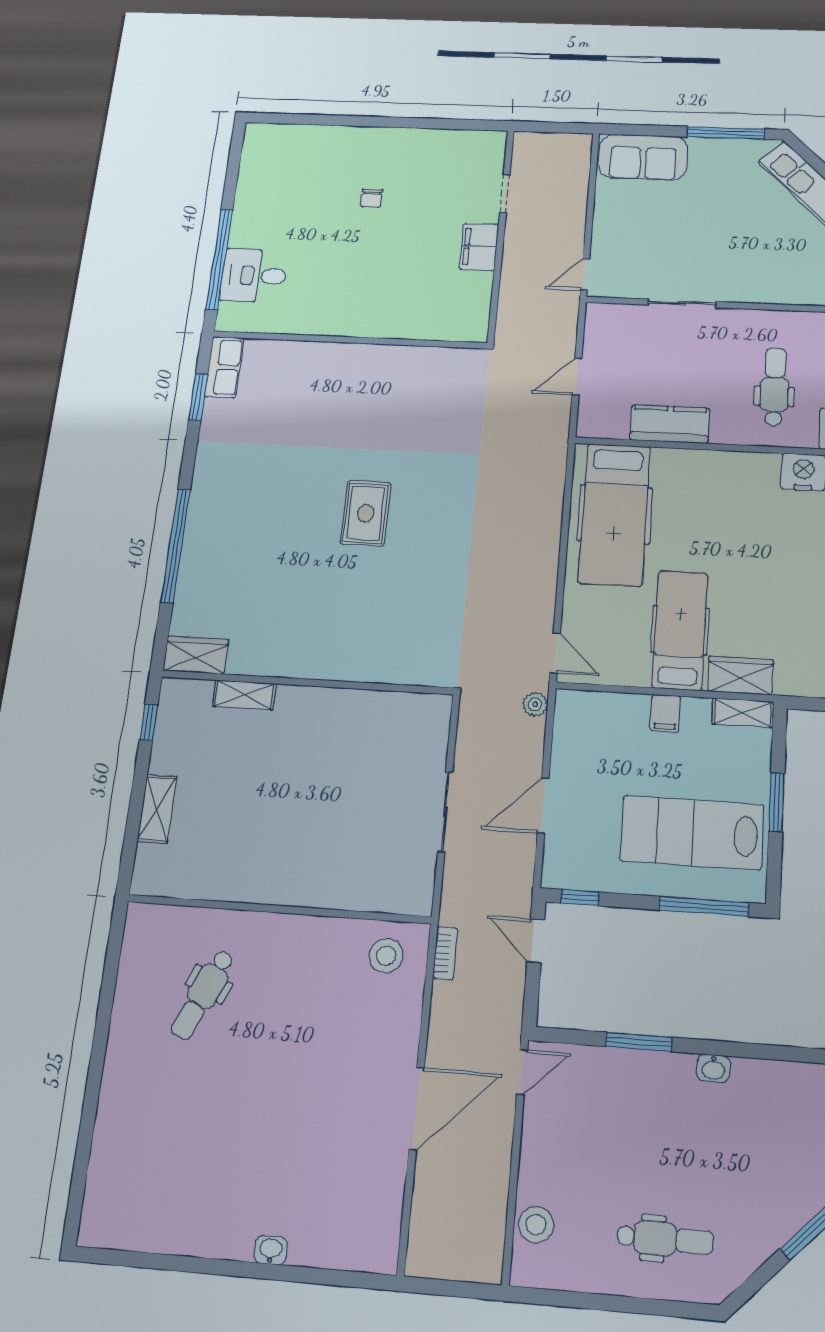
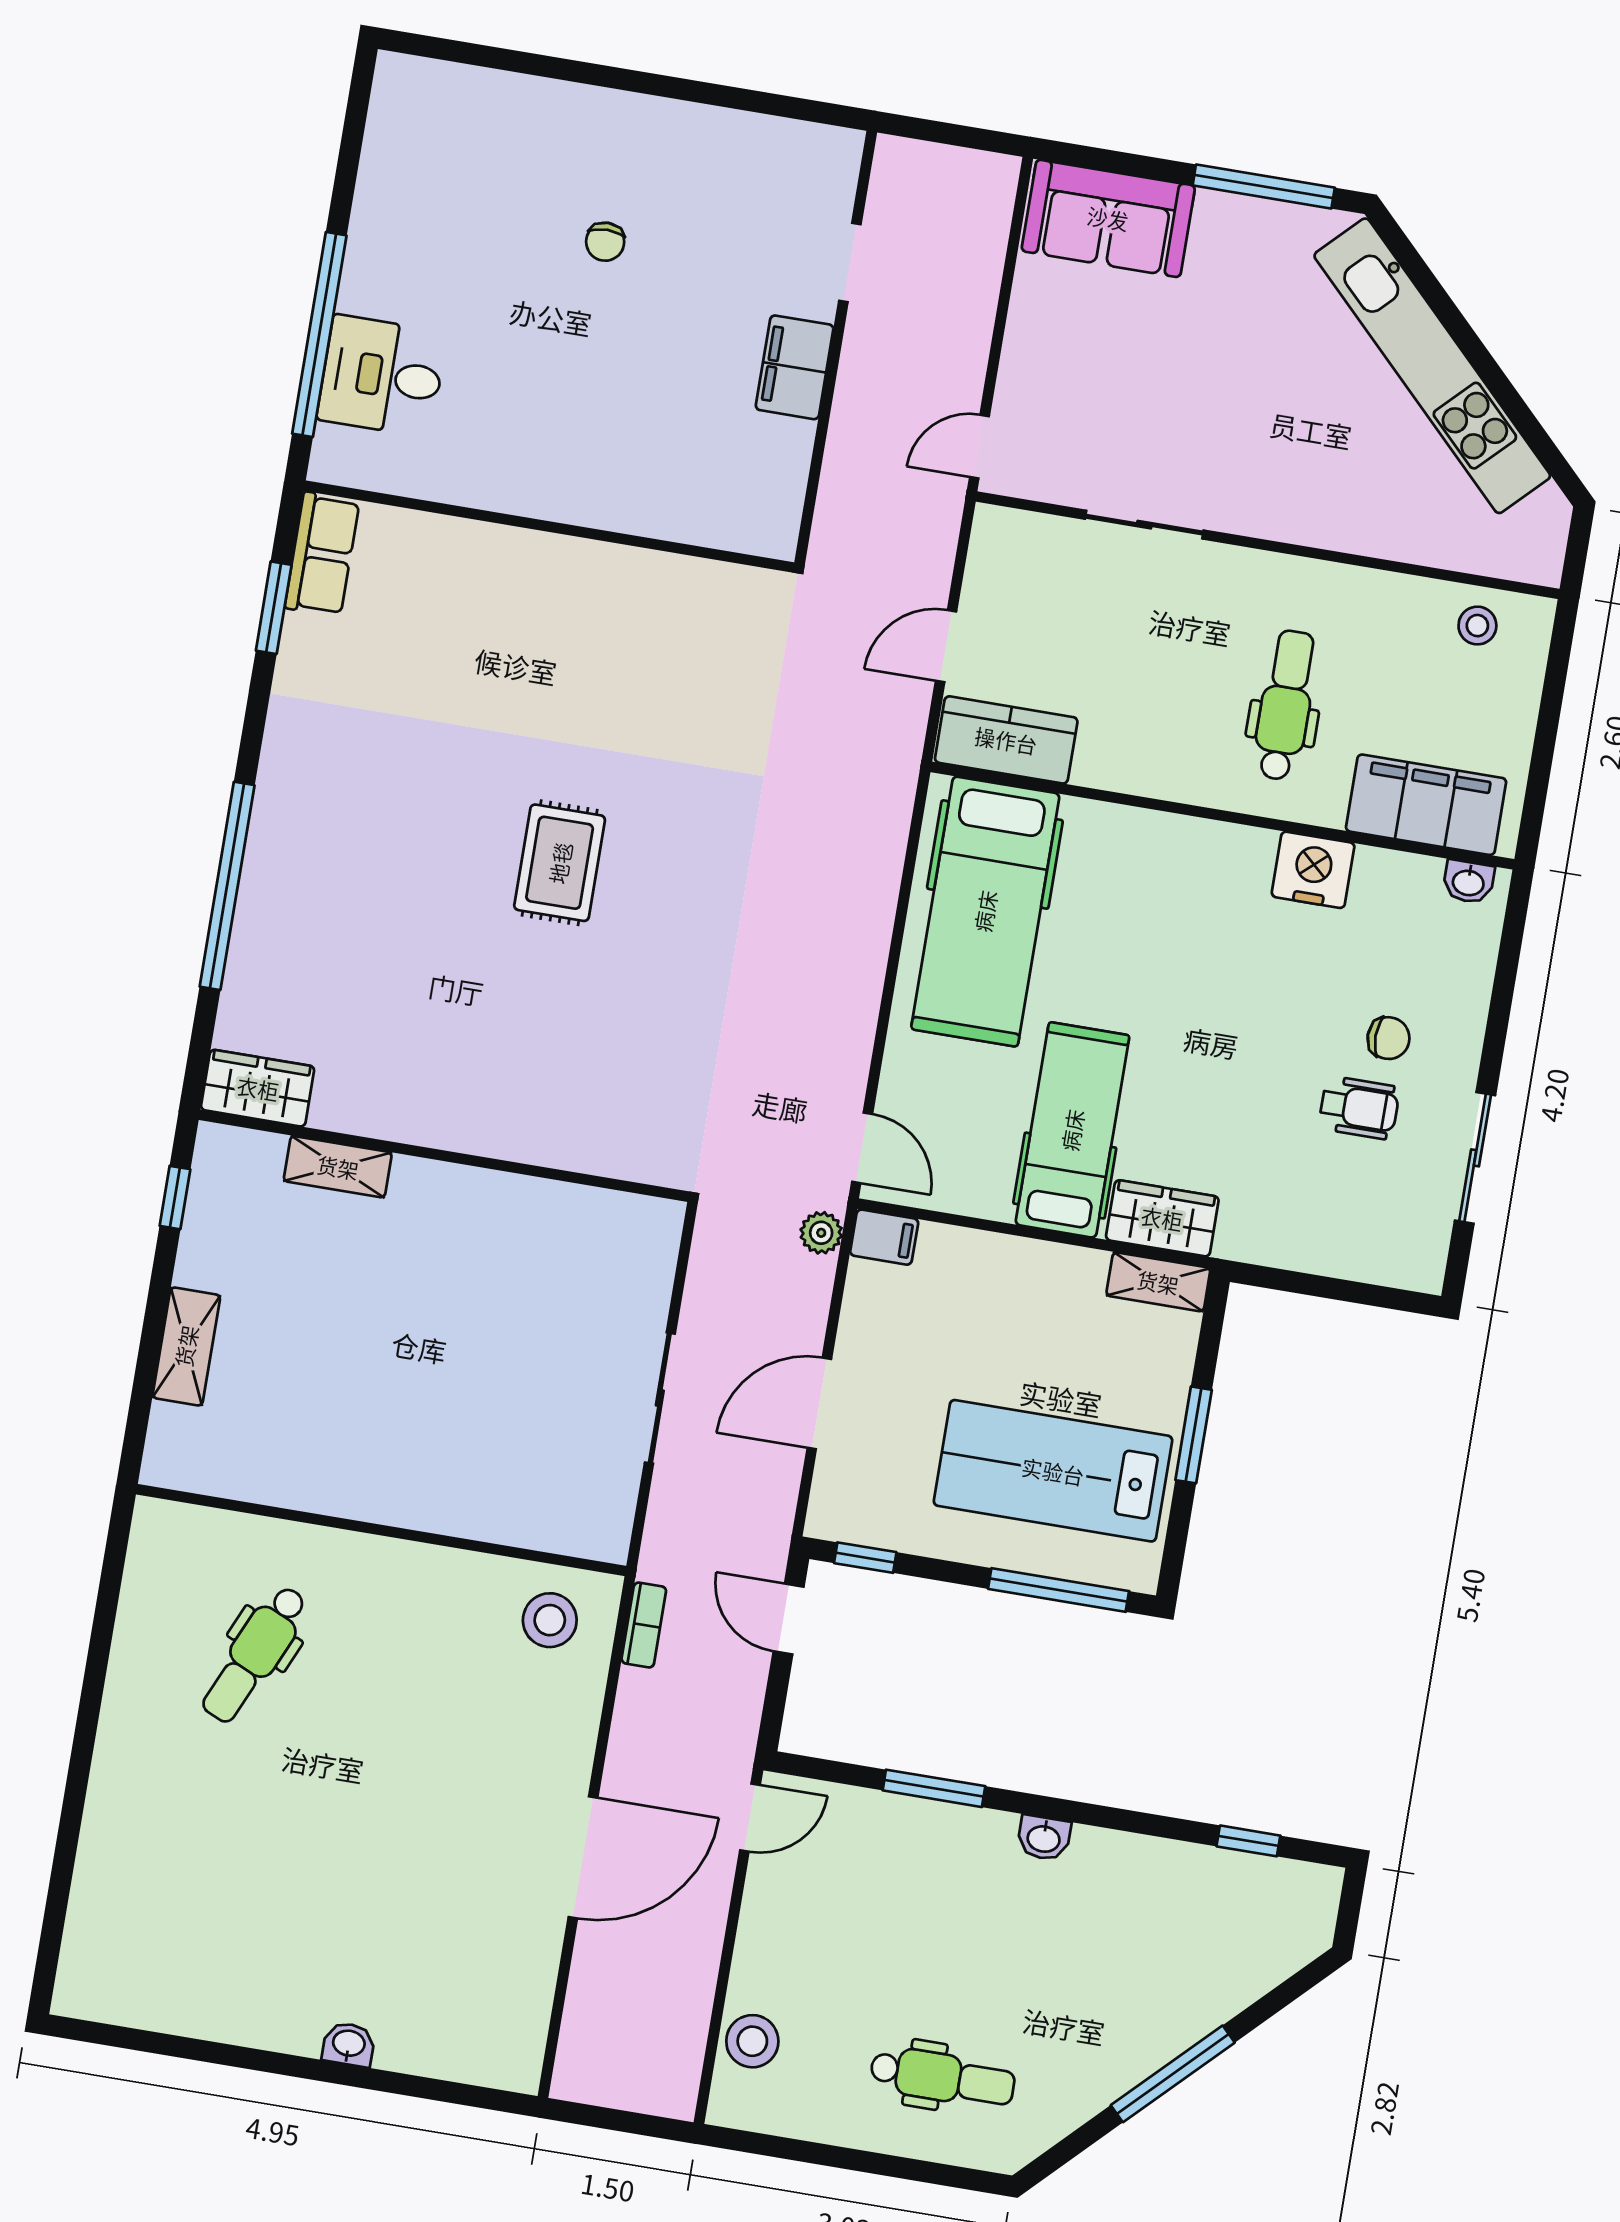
kitchen counter: (670, 424) -> (1006, 740), moved
filing cabinet: (665, 713) -> (884, 1237), moved, turned -90

